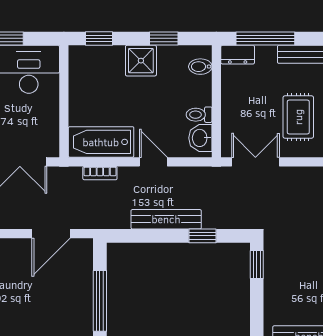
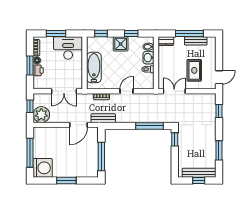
window: (265, 38) -> (189, 34), moved
washbasin: (200, 138) -> (148, 58), moved
bathtub: (101, 142) -> (94, 67), moved, turned 90
door: (153, 162) -> (126, 91), hinge flipped
bench: (166, 219) -> (103, 118), moved, width x0.73
window: (202, 236) -> (149, 126), width x2.17

